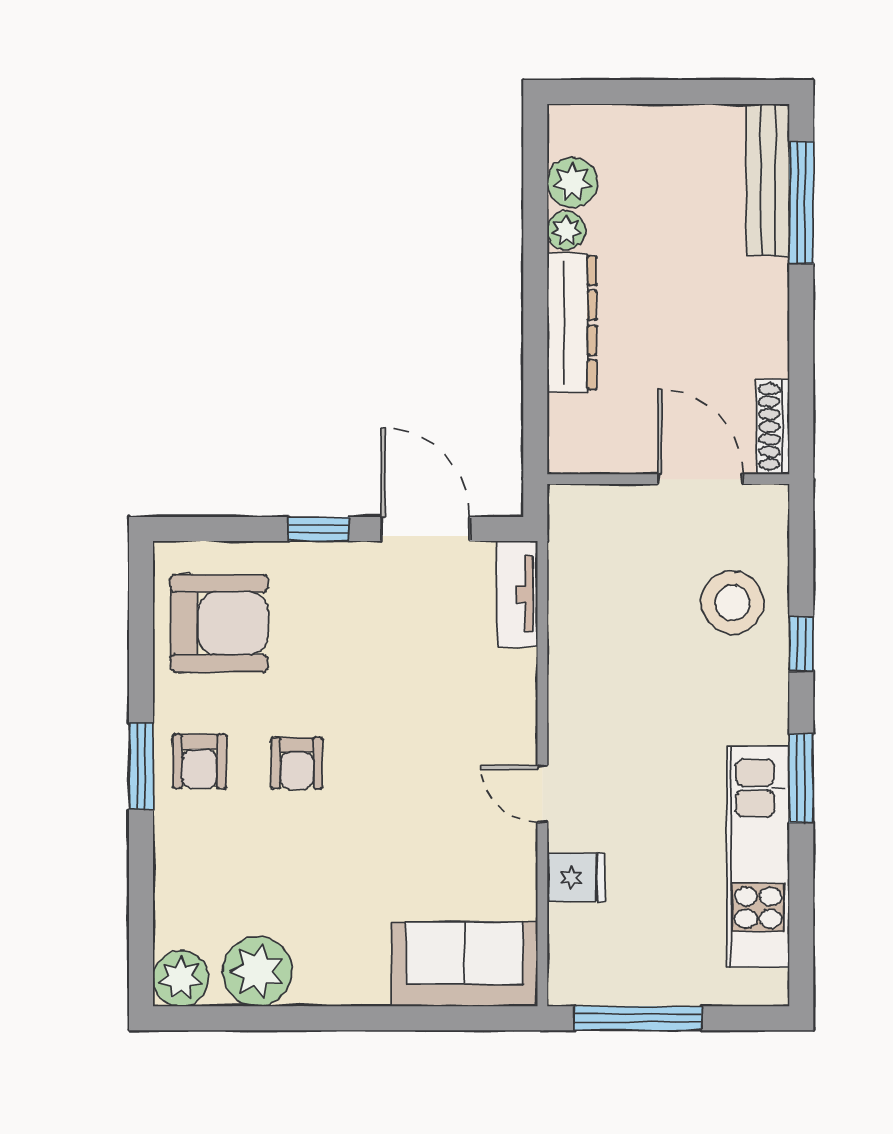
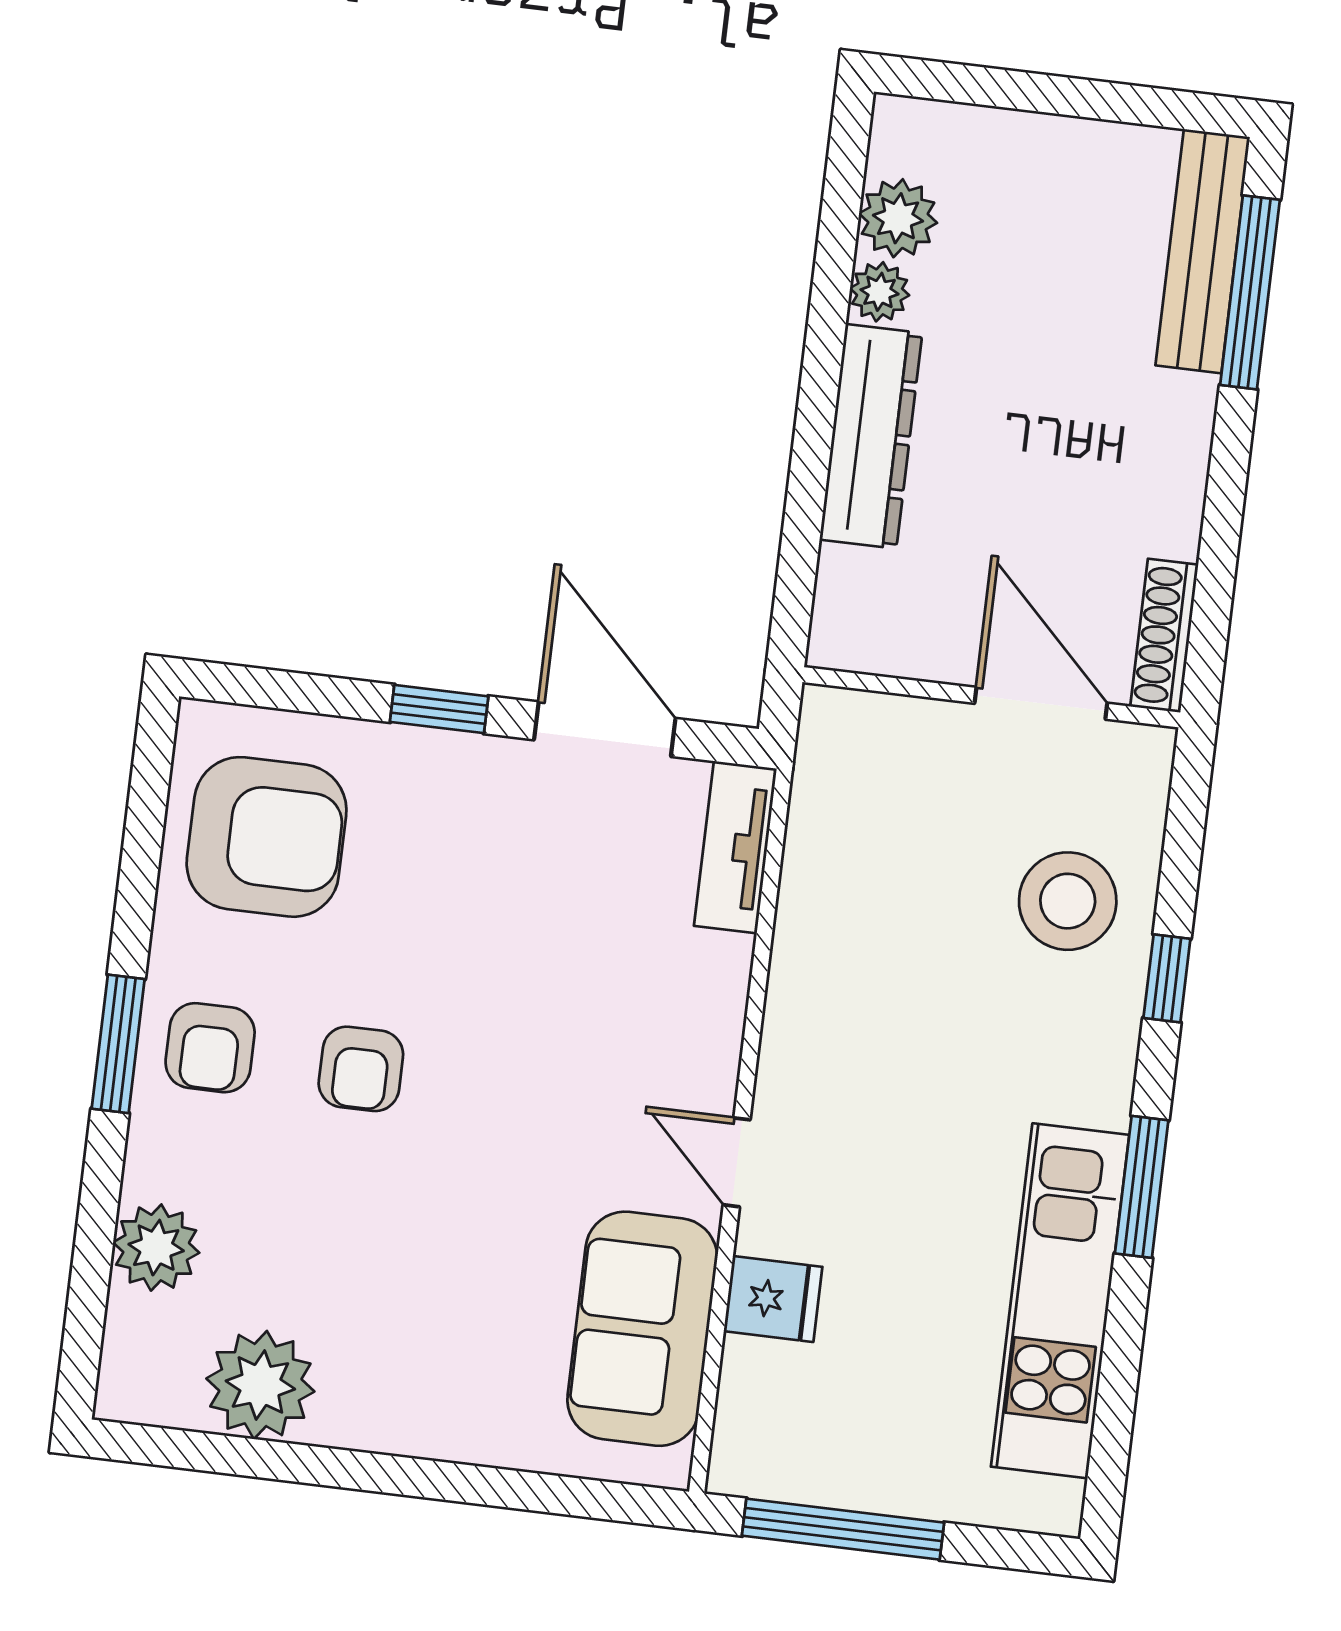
sofa: (464, 964) -> (642, 1329), moved, turned -90
plant: (181, 979) -> (156, 1248), moved

